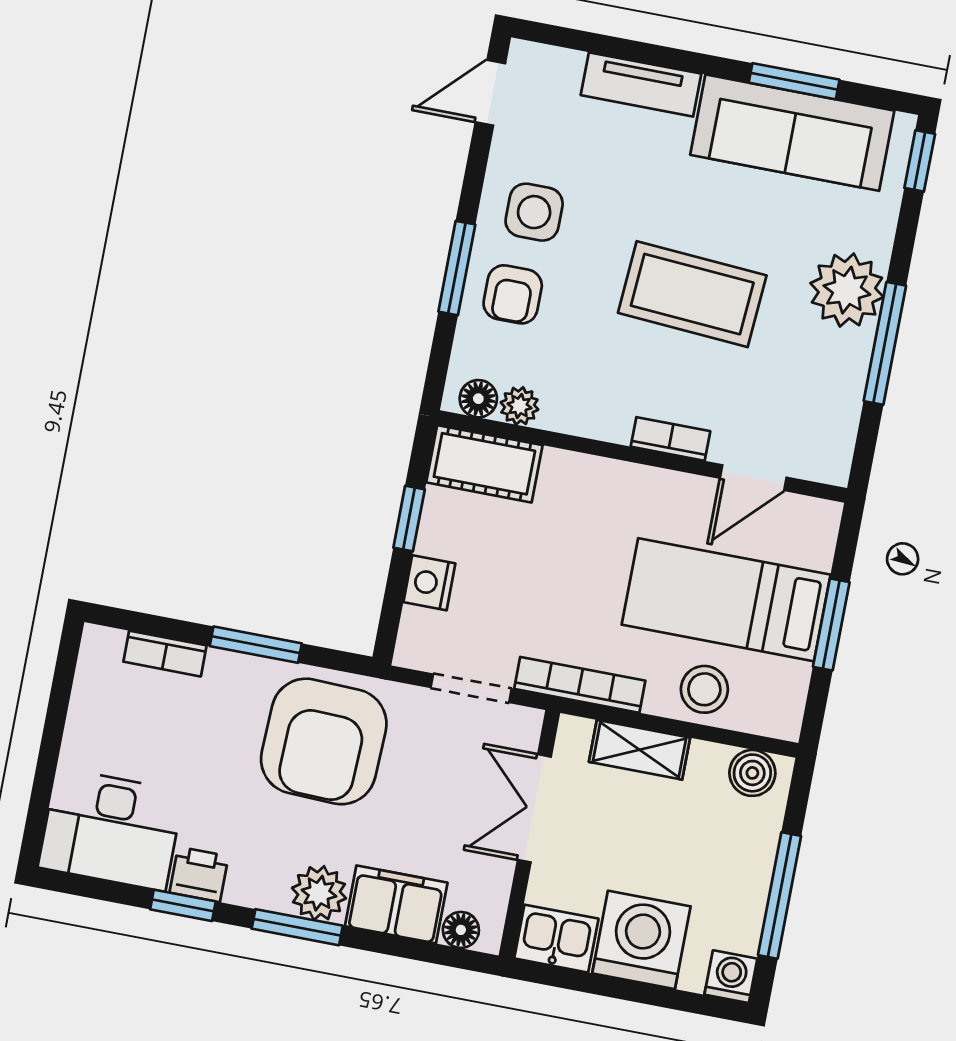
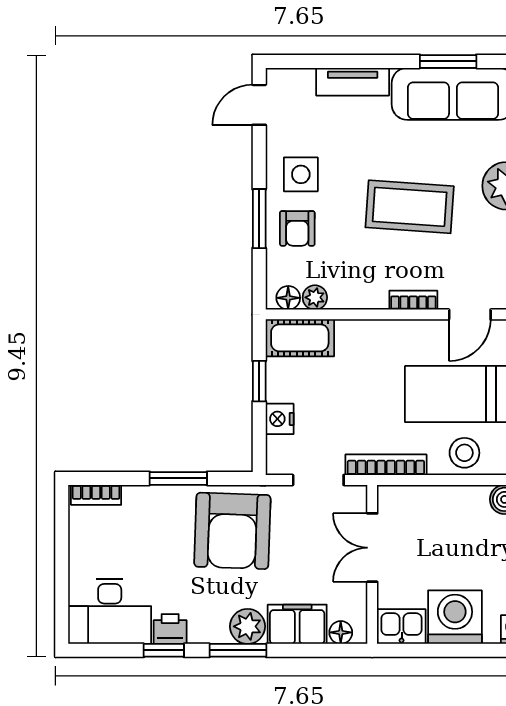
bookcase: (165, 654) -> (96, 495), moved
shelving: (640, 750) -> (431, 498), removed

